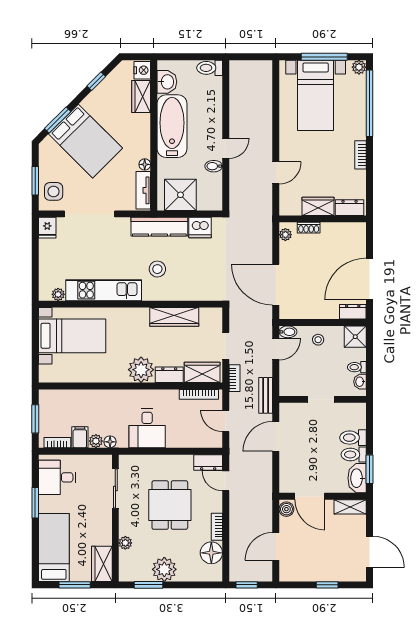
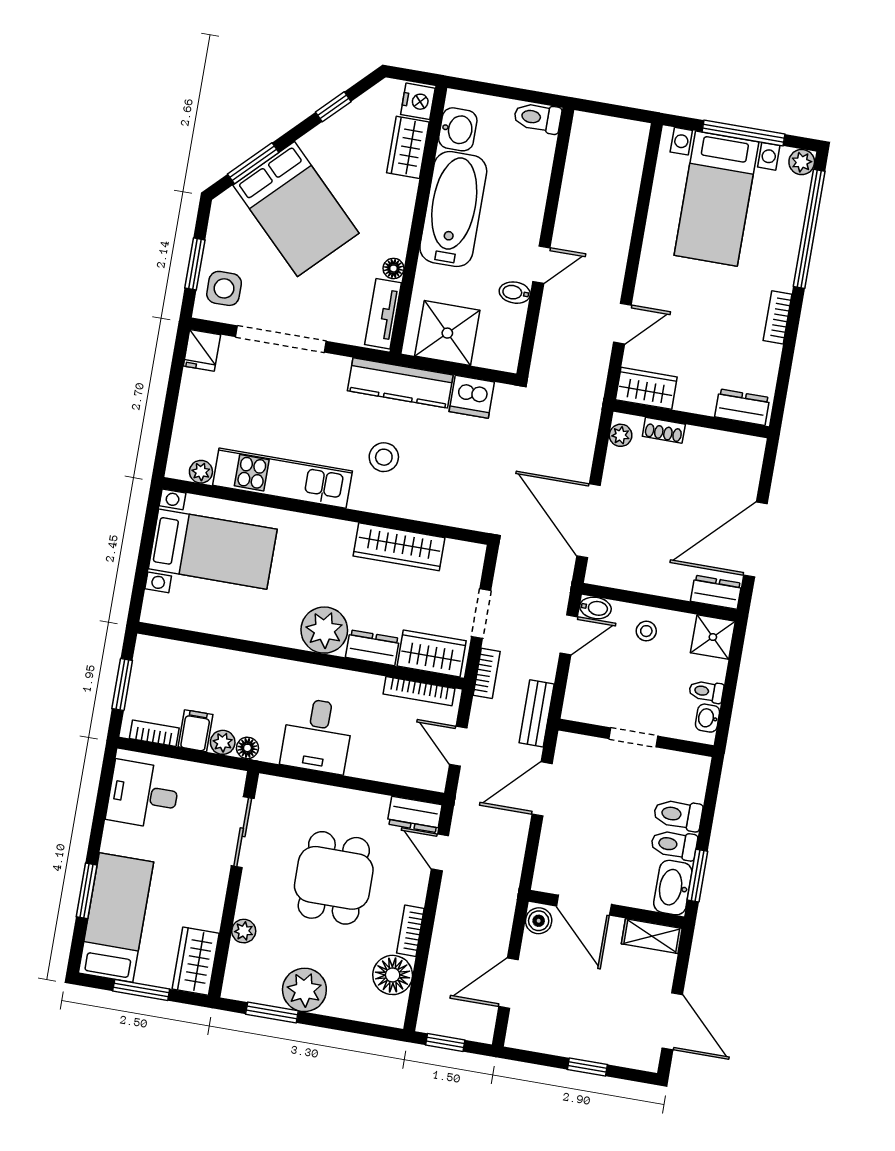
wardrobe: (318, 206) -> (646, 388), moved
window: (35, 503) -> (87, 891), moved

